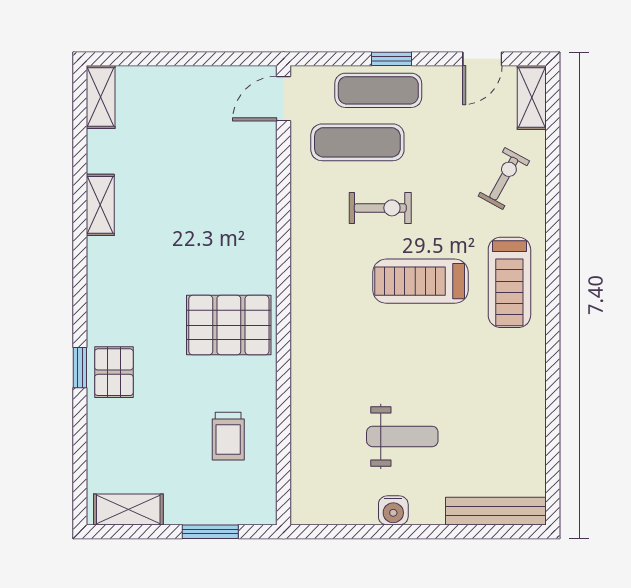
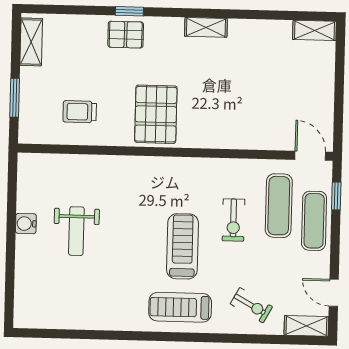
window: (392, 59) -> (336, 196), moved
shelving: (100, 205) -> (206, 27), moved
bench: (496, 511) -> (24, 294), removed

